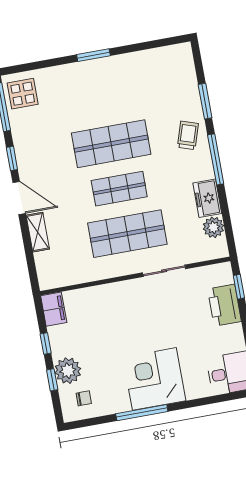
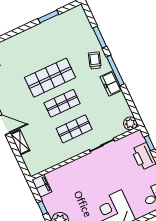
window: (93, 55) -> (48, 16), moved
freezer: (207, 198) -> (111, 83), moved
plant: (213, 227) -> (130, 123), moved
shop shelf: (127, 234) -> (74, 129), width x0.70, depth x0.74

